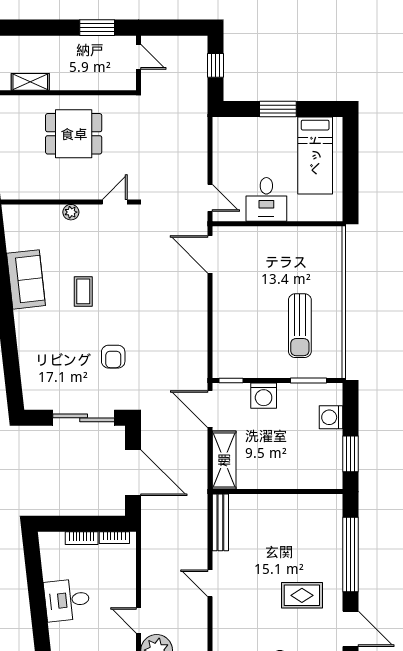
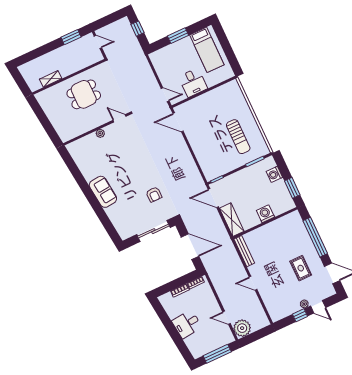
door: (115, 202) -> (119, 118), hinge flipped
sofa: (26, 279) -> (103, 192), moved
coffee table: (83, 291) -> (124, 169), removed
washing machine: (264, 396) -> (265, 214), moved, turned 180
rug: (302, 595) -> (301, 268), turned 90

